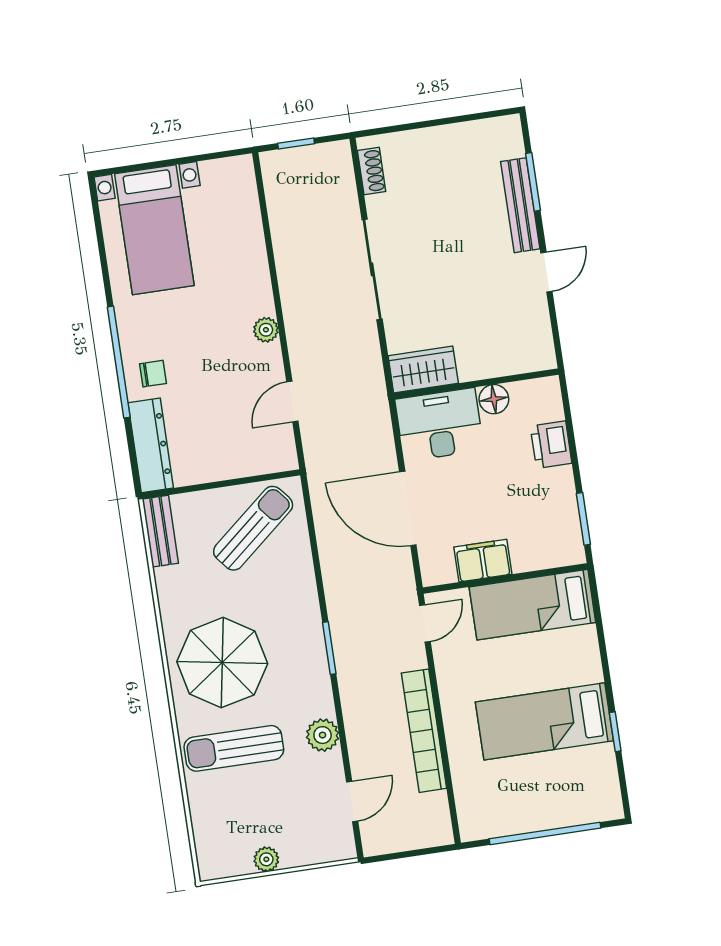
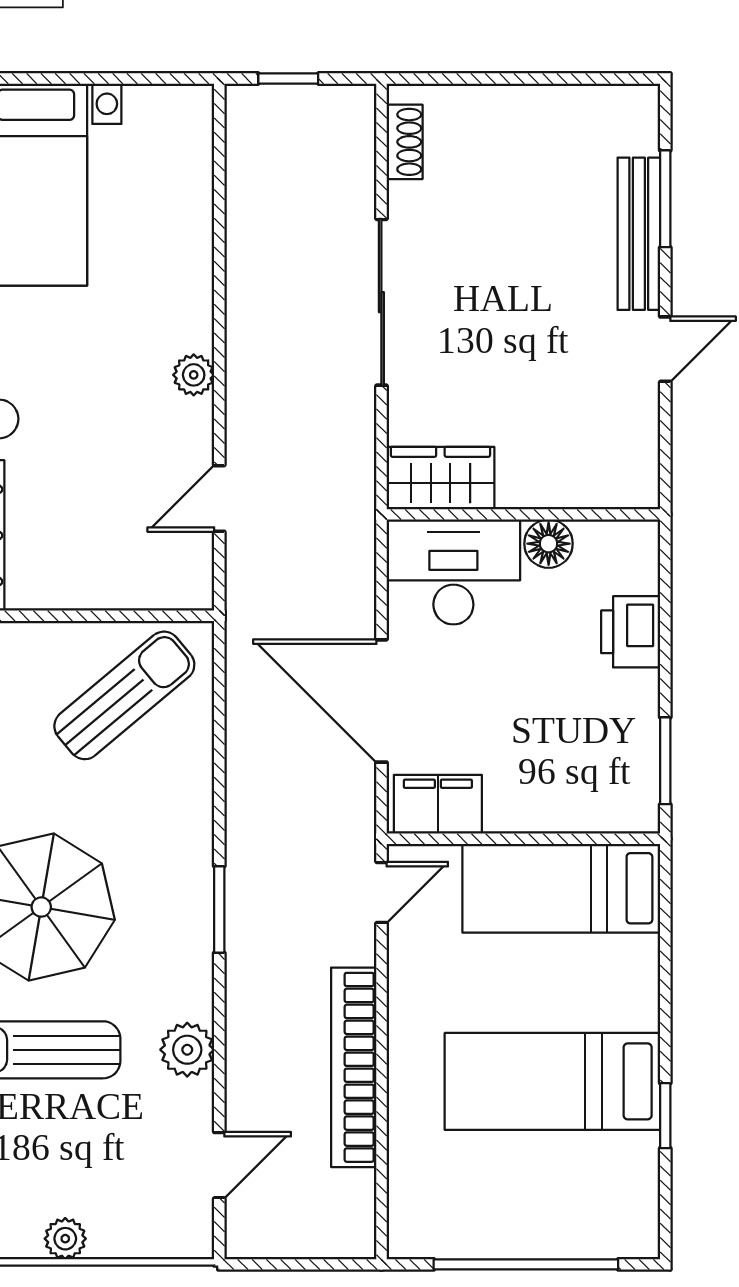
filing cabinet: (483, 561) -> (438, 804), moved

